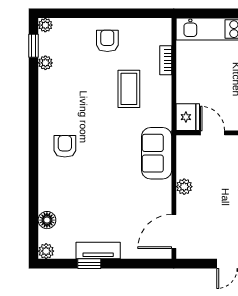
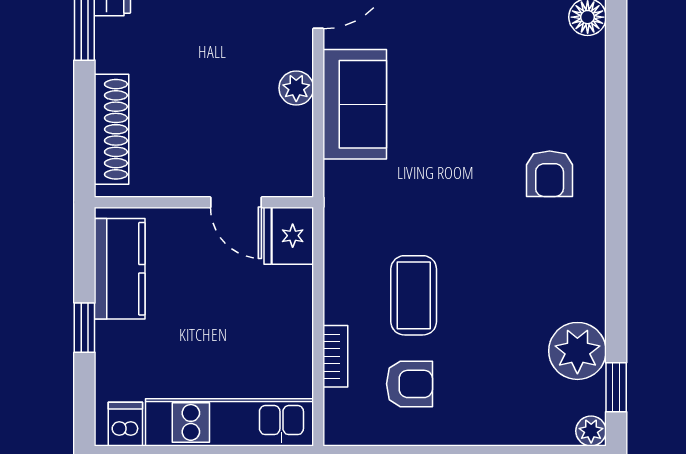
armchair: (107, 41) -> (409, 384), moved, turned -90
plant: (45, 63) -> (577, 351), width x1.88, depth x1.88
sofa: (157, 153) -> (355, 104), moved

